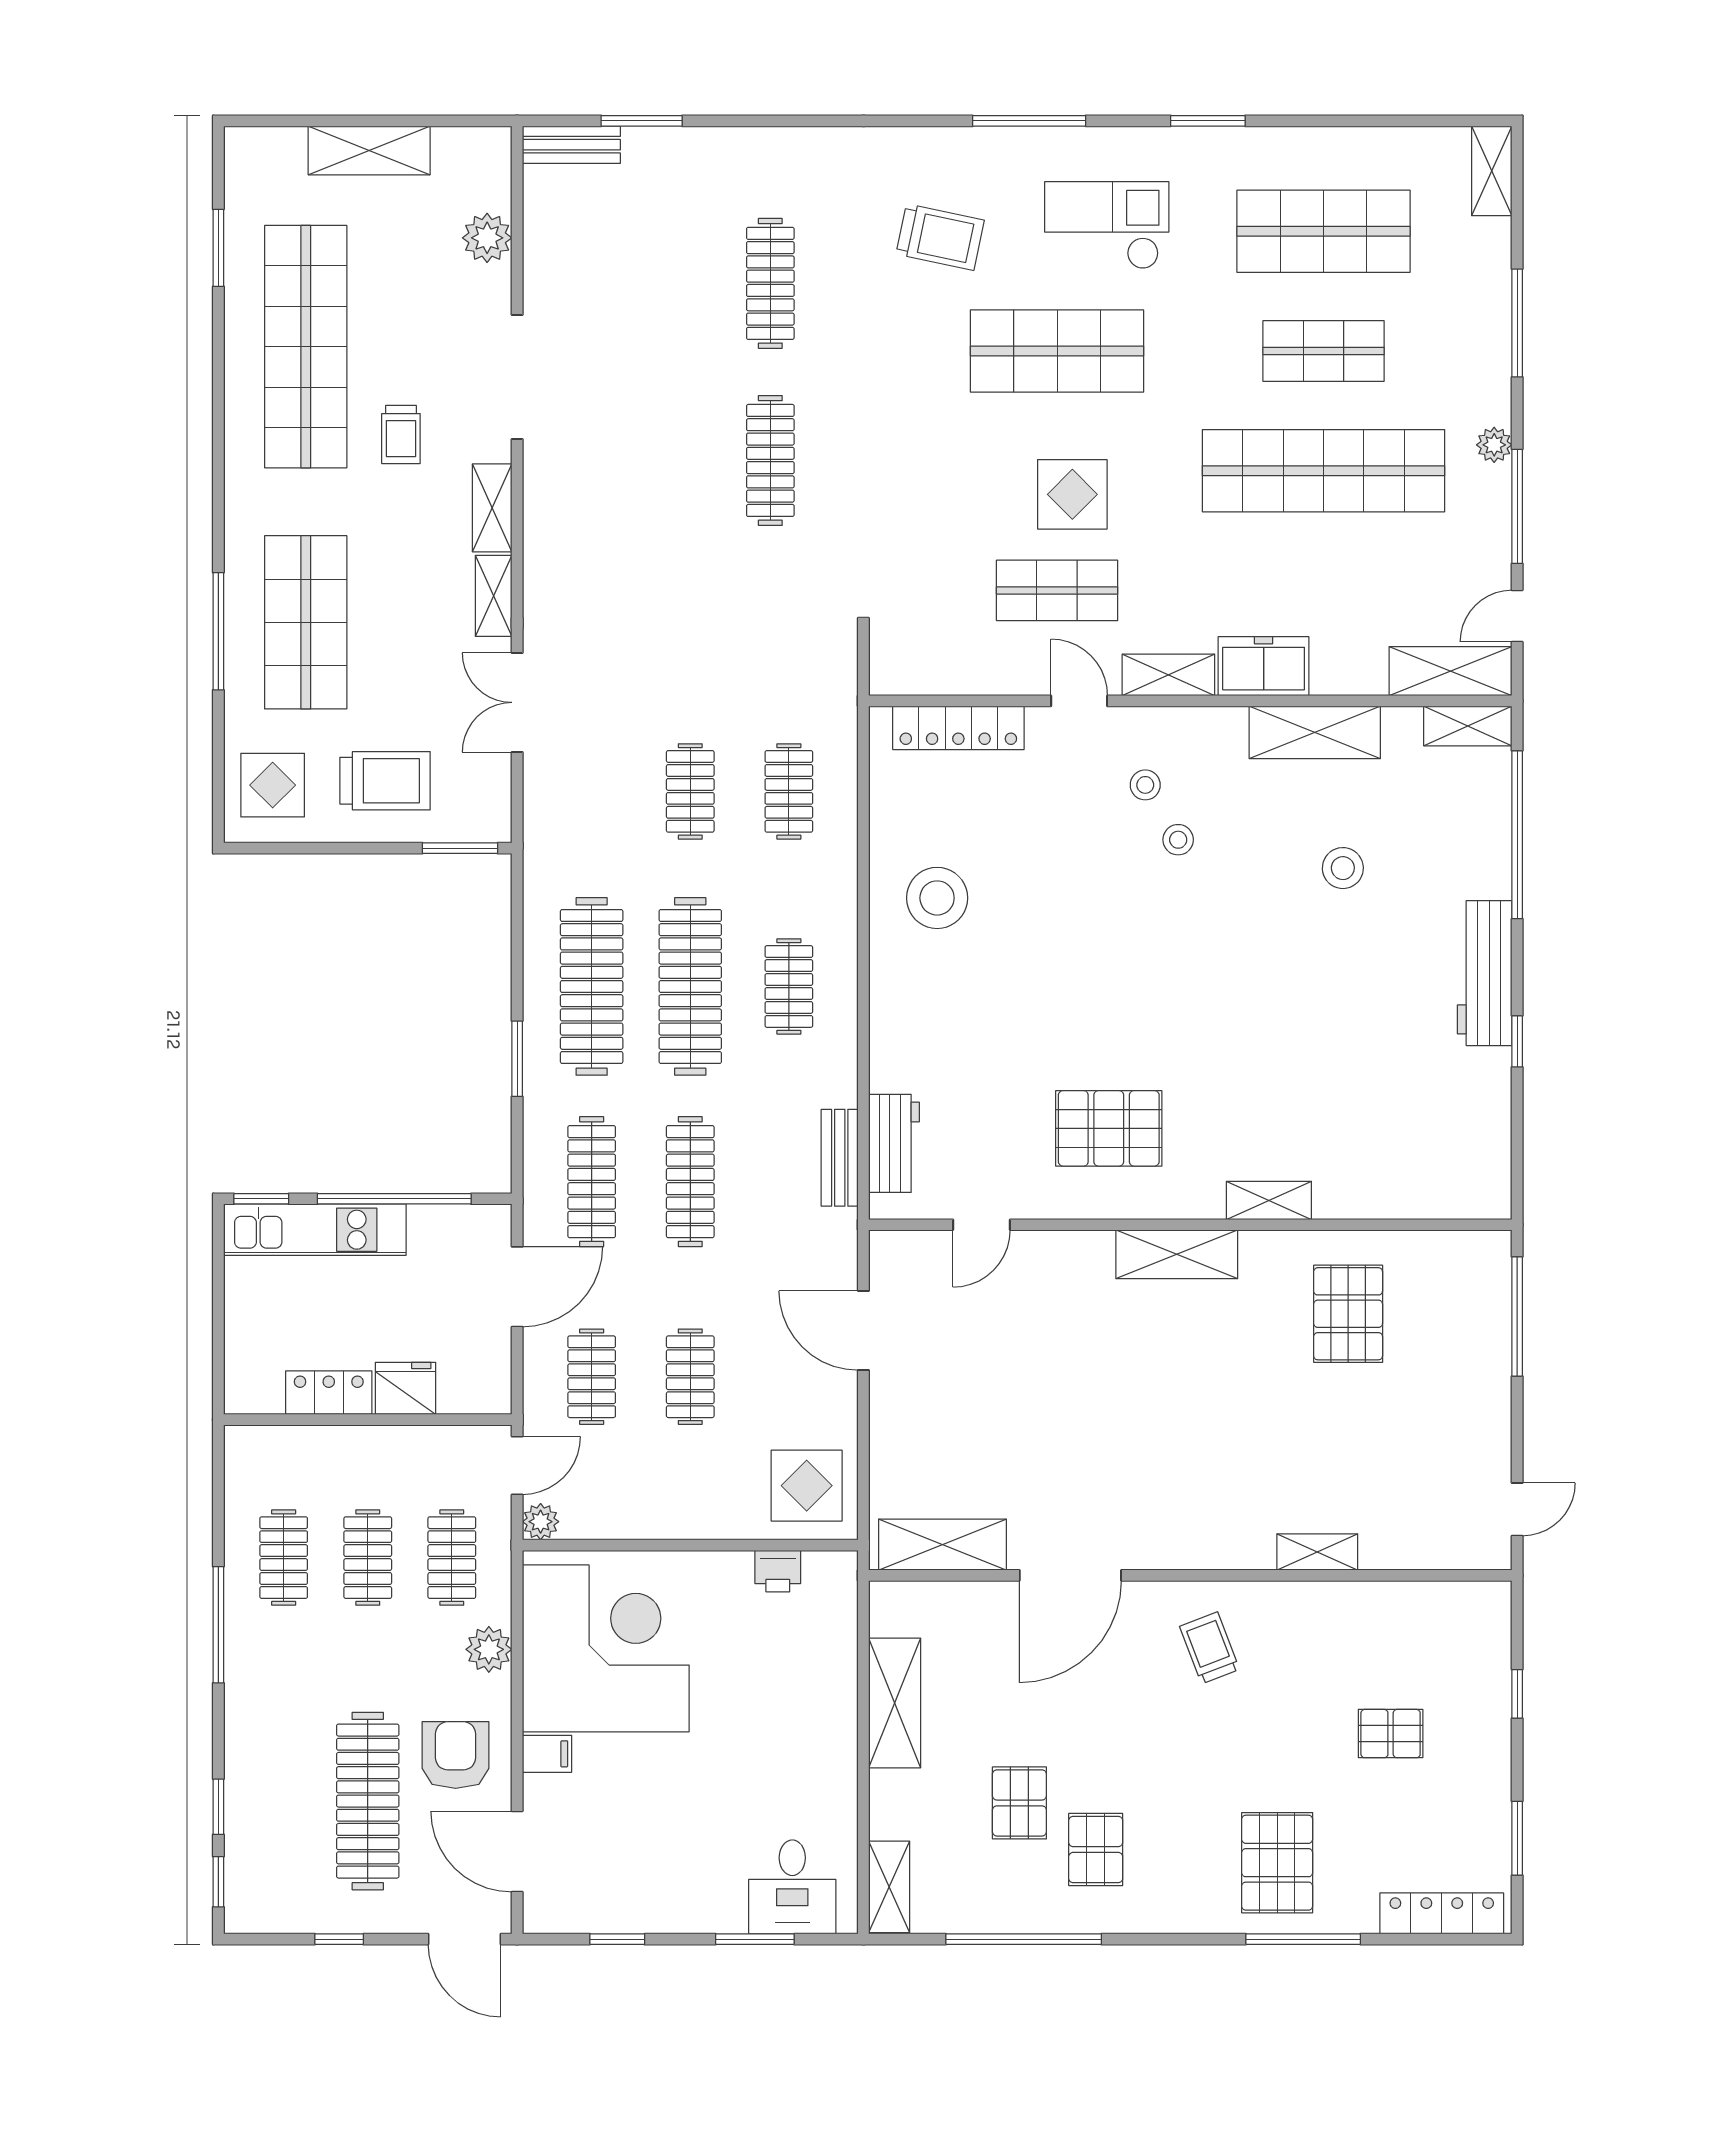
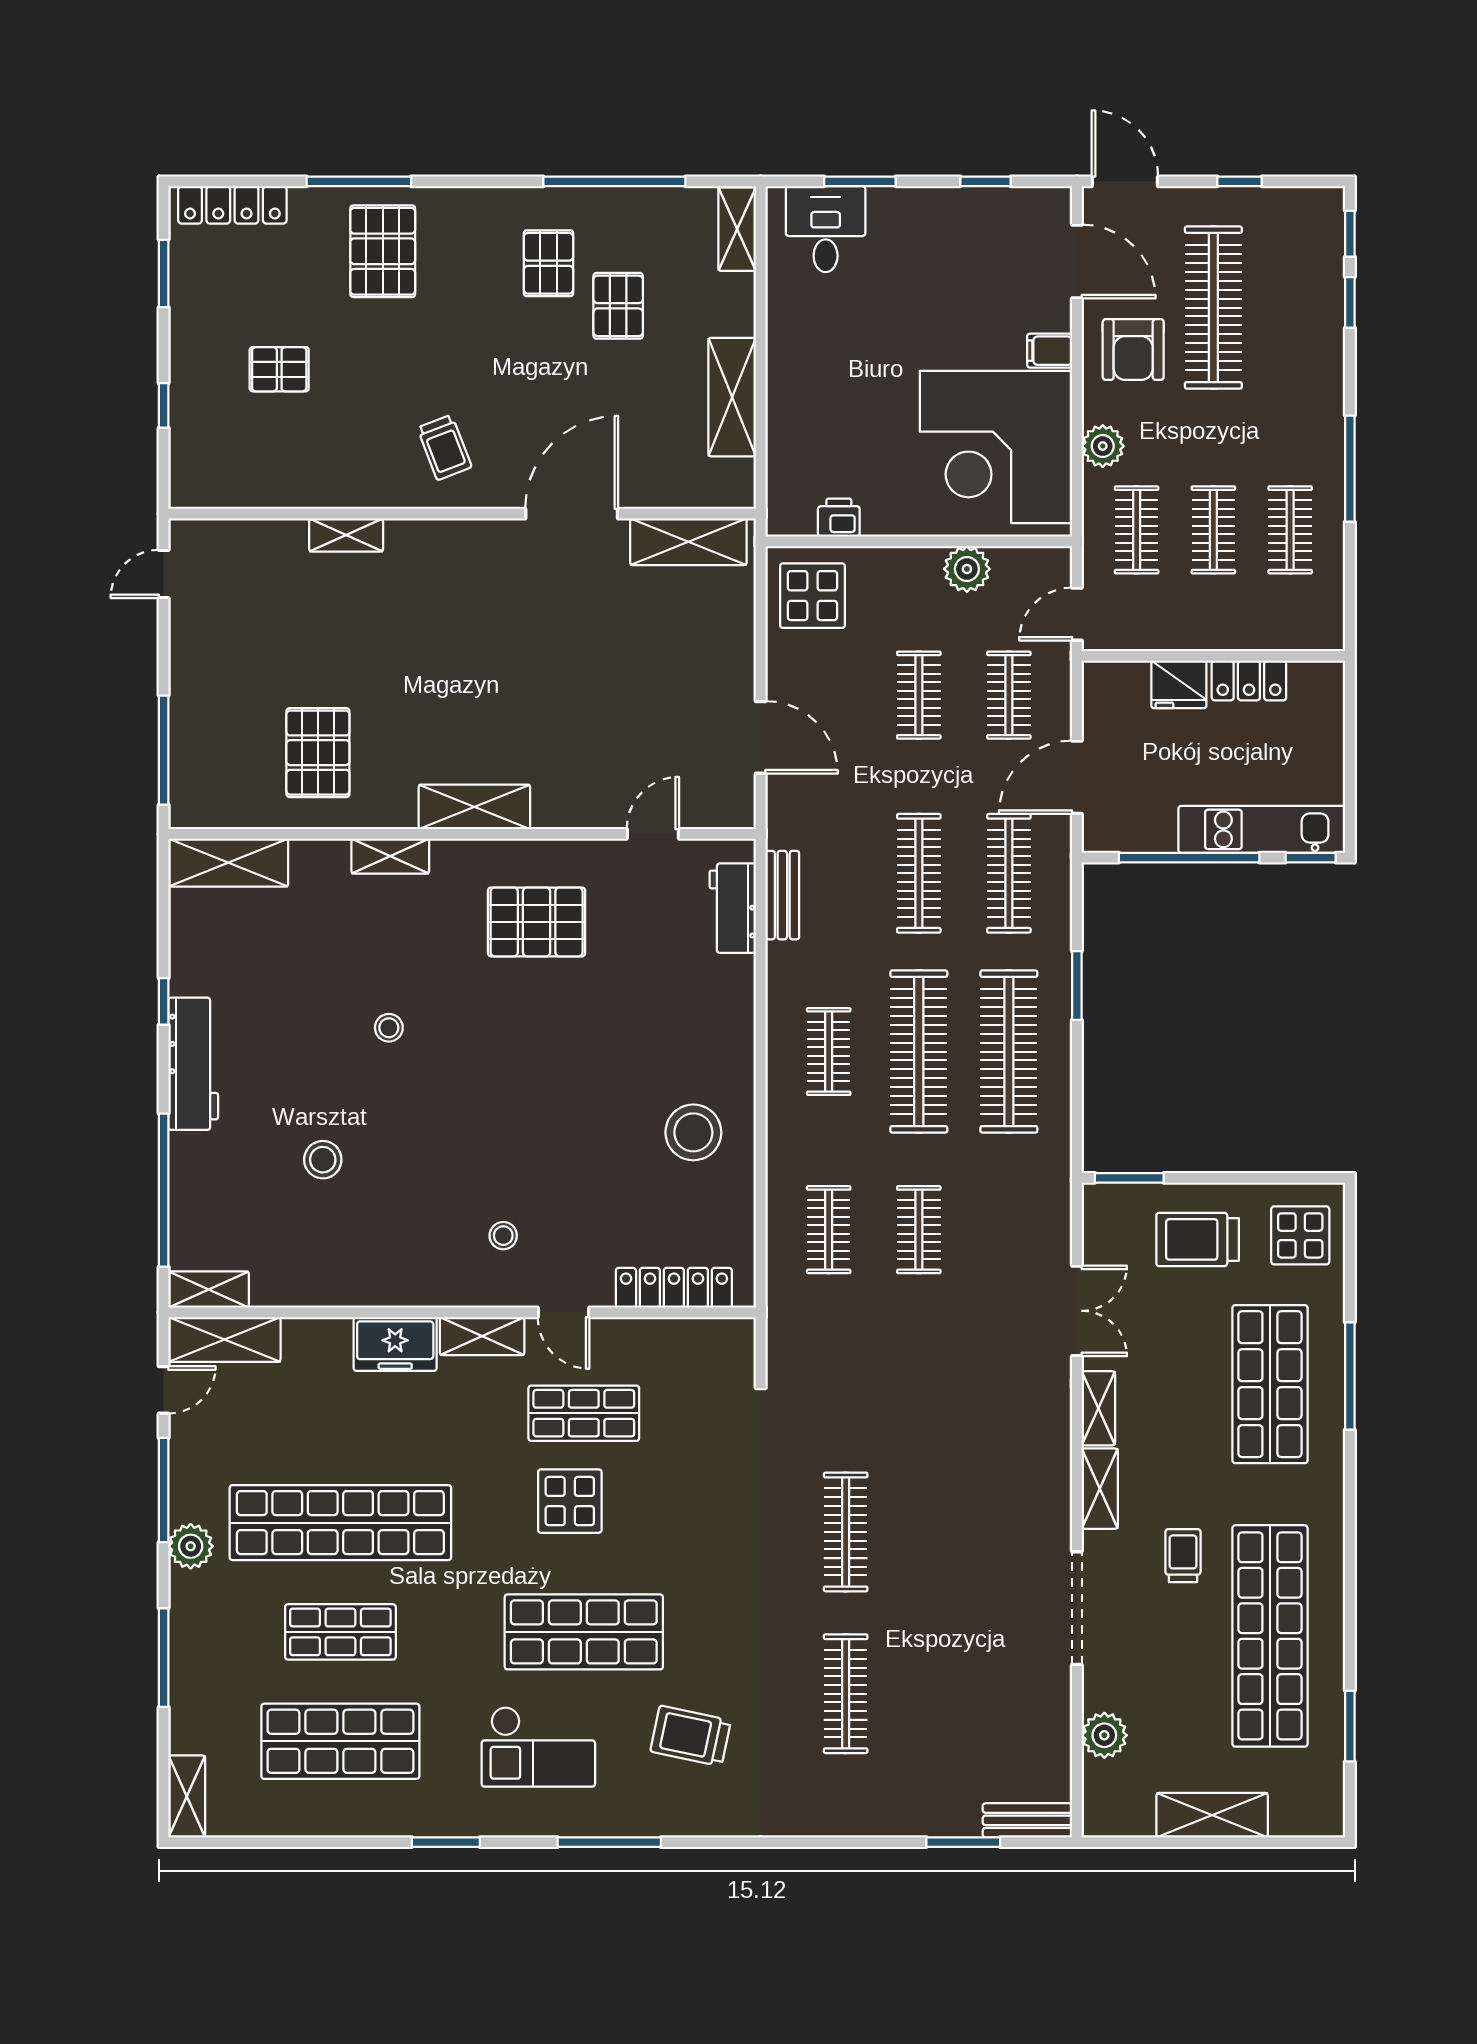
plant: (1494, 445) -> (191, 1546), width x1.38, depth x1.38
shelving: (1315, 732) -> (228, 863), moved
stool: (1178, 840) -> (389, 1028), moved
plant: (541, 1522) -> (967, 569), moved, width x1.38, depth x1.38

